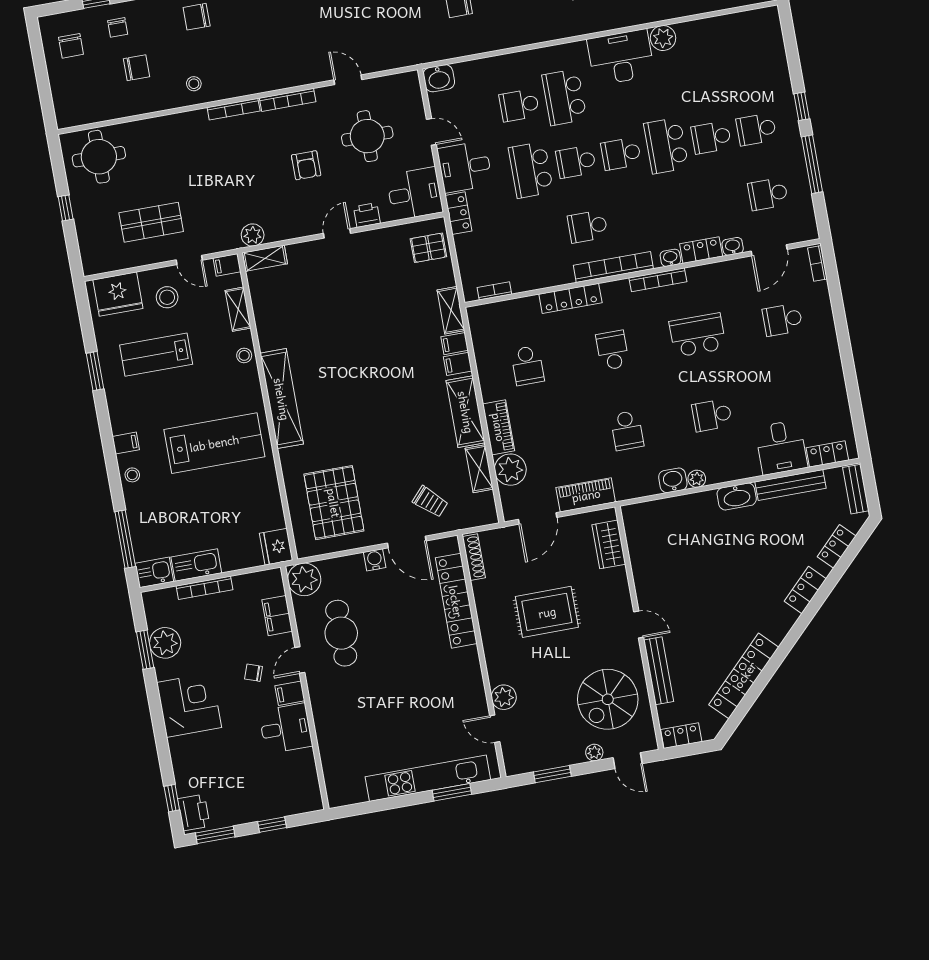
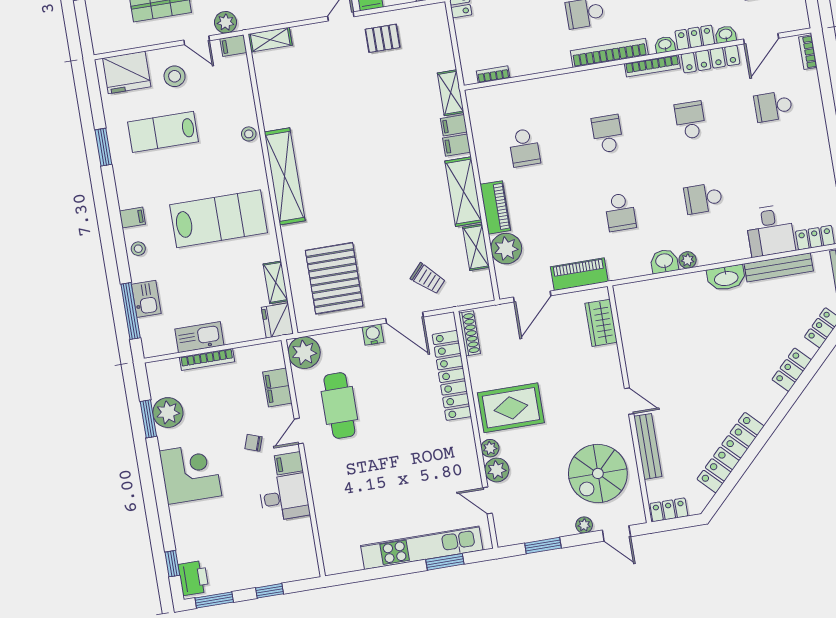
plant: (253, 235) -> (226, 22), moved
pallet: (428, 248) -> (383, 38), moved
locker: (570, 298) -> (710, 59), moved
shelving: (238, 309) -> (276, 282), moved
school desk: (698, 335) -> (690, 120), width x0.54
kitchen sink: (154, 572) -> (146, 299), moved, turned 90
rug: (547, 612) -> (511, 408), moved
plant: (496, 675) -> (490, 448), added

